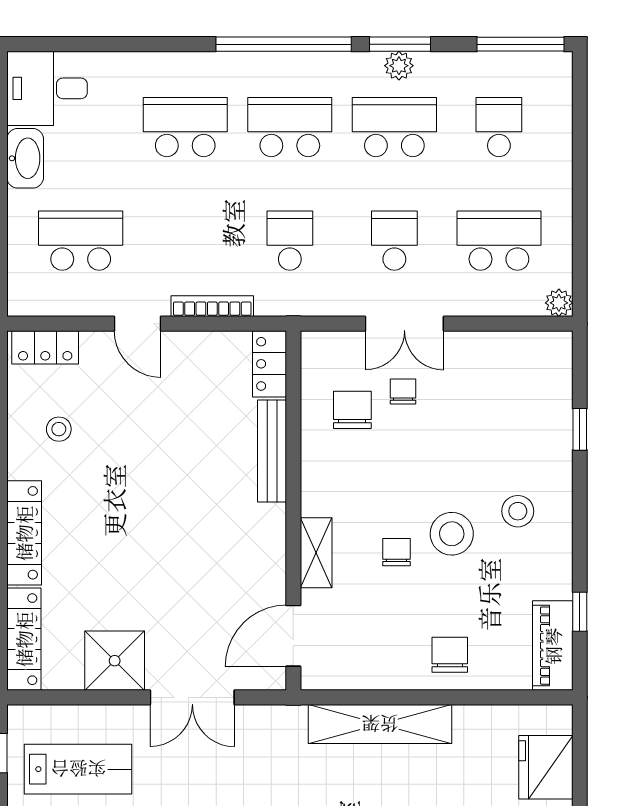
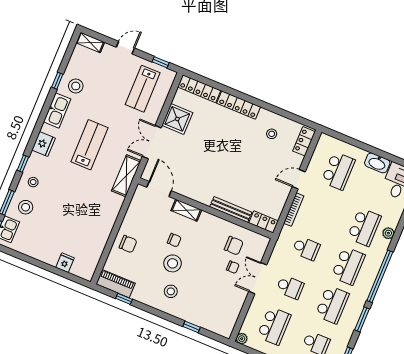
plant: (399, 66) -> (388, 233), moved
shelving: (380, 724) -> (126, 176), moved, width x0.68
fridge: (546, 767) -> (65, 263), width x0.53, depth x0.75

